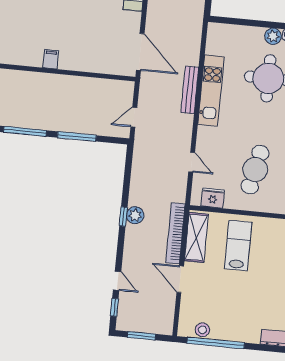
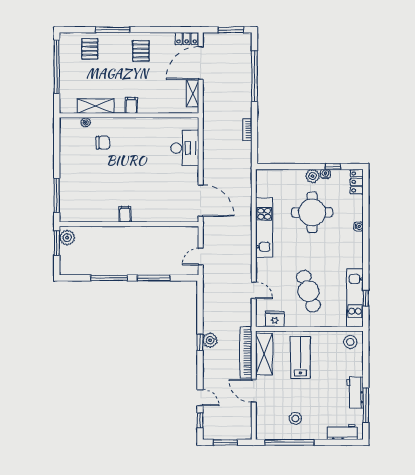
bench: (190, 90) -> (246, 229), removed
cafe table: (255, 170) -> (308, 291), turned -30
stool: (202, 330) -> (295, 418), moved

